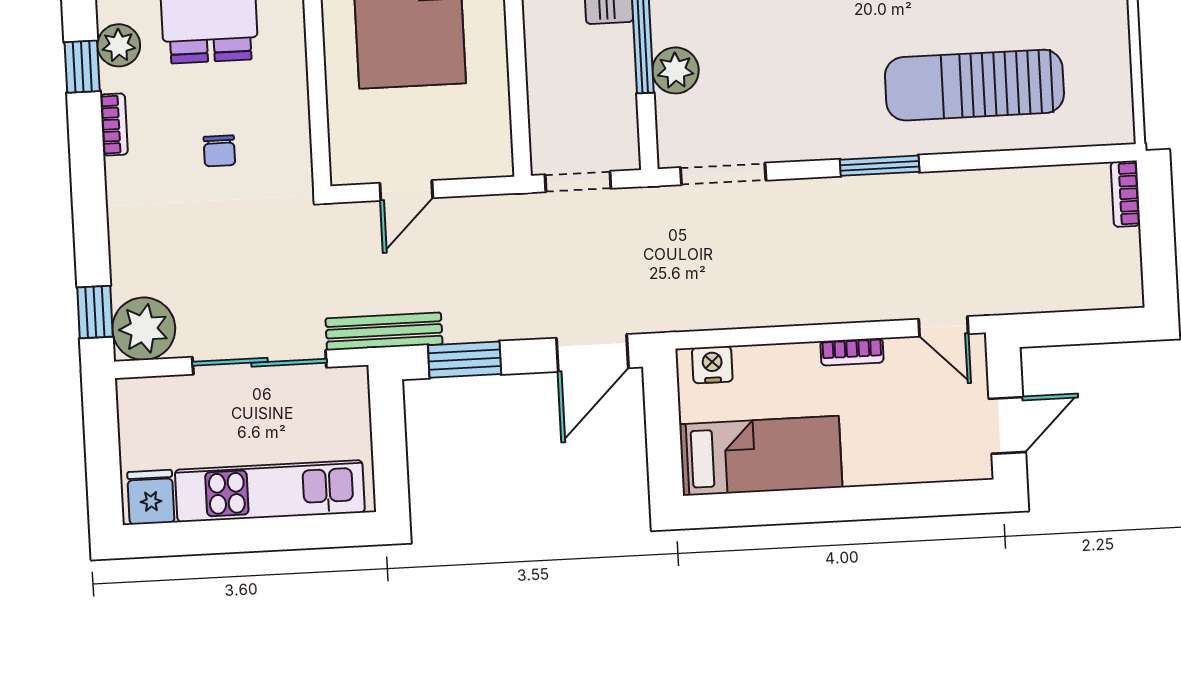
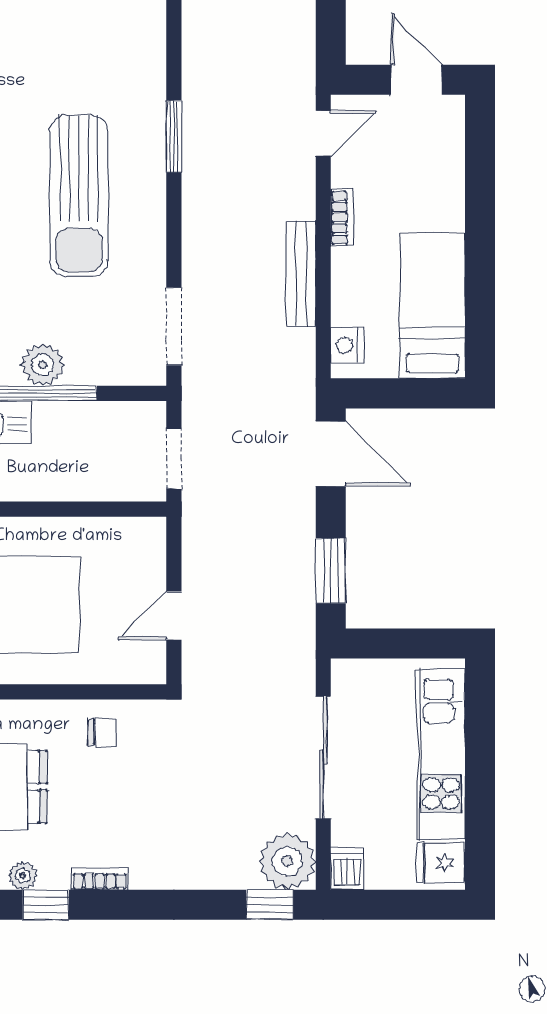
plant: (119, 45) -> (23, 876), width x0.73, depth x0.73
plant: (675, 70) -> (43, 365), moved
sun lounger: (974, 85) -> (79, 196), moved
chair: (219, 151) -> (102, 733), moved
window: (880, 166) -> (174, 136), moved
door: (406, 191) -> (174, 616), swing flipped
bench: (384, 331) -> (301, 274), moved
dishwasher: (139, 395) -> (347, 869), added

